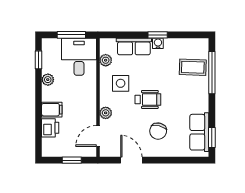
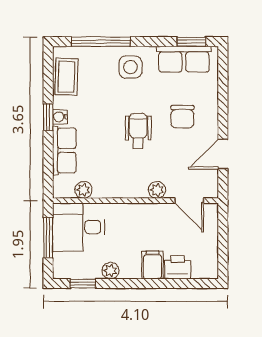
coffee table: (193, 67) -> (66, 77), moved
side table: (121, 83) -> (130, 67), moved
chair: (158, 131) -> (182, 117), turned 76
window: (72, 160) -> (223, 237), removed

